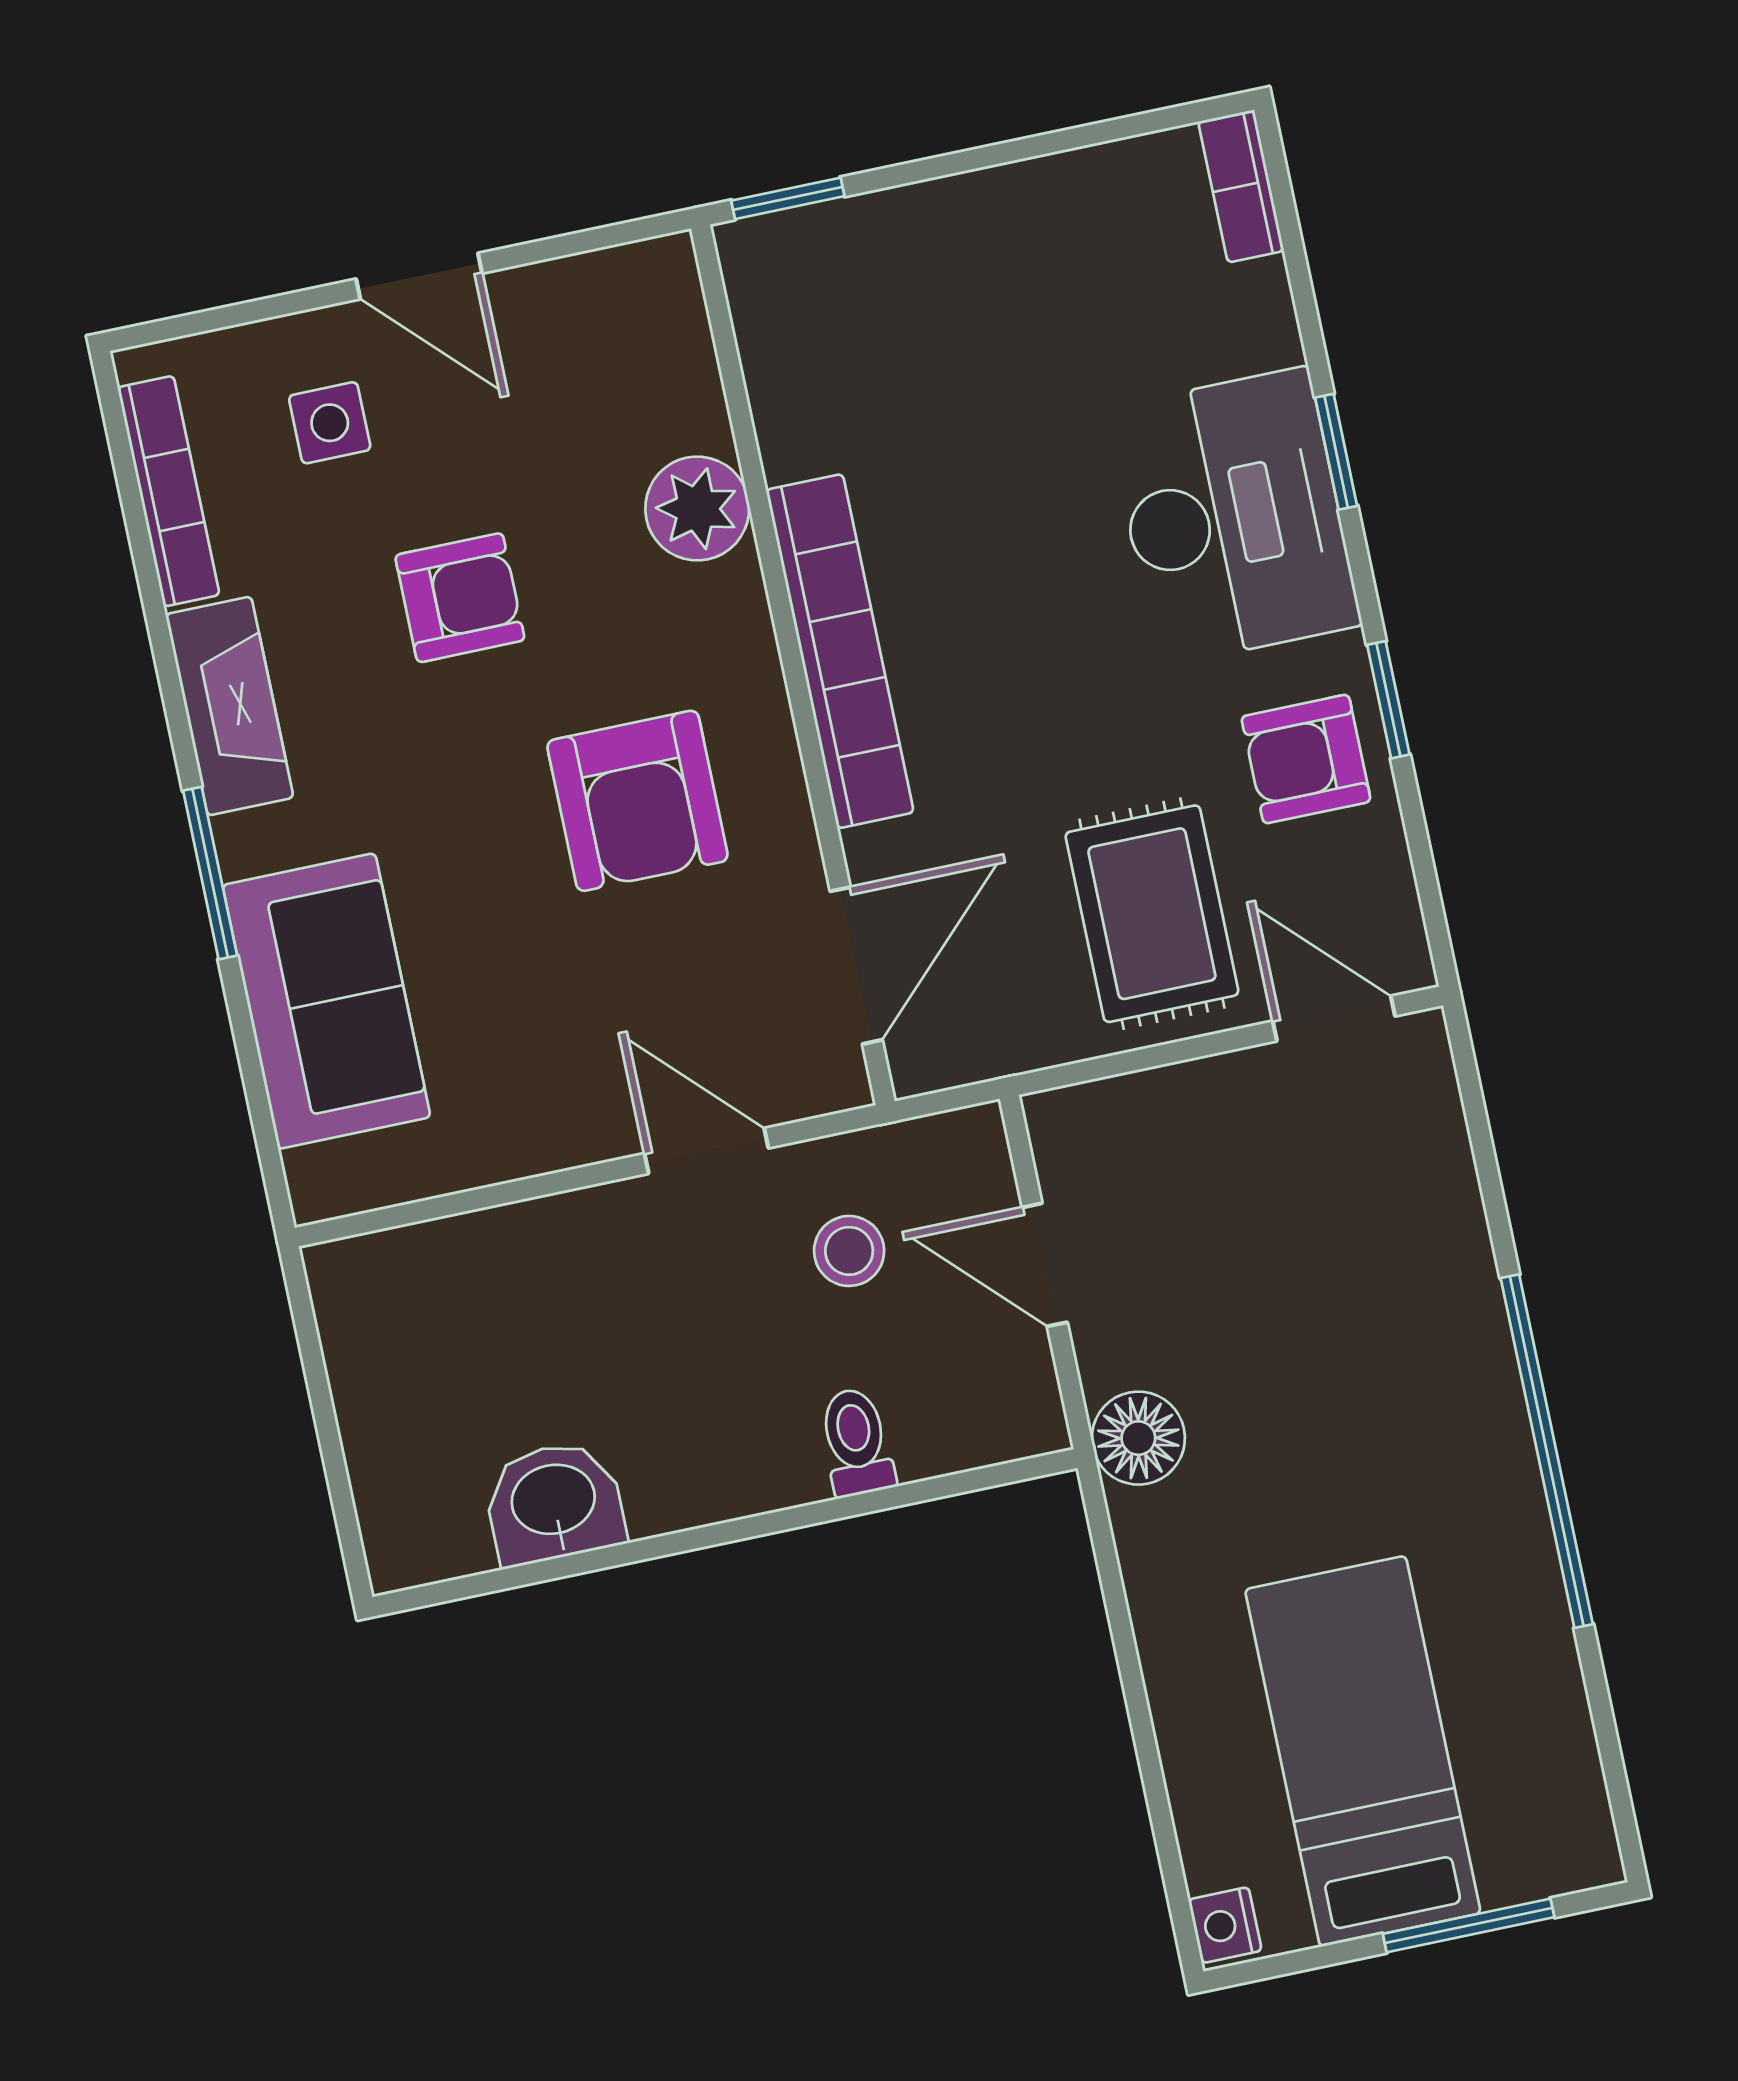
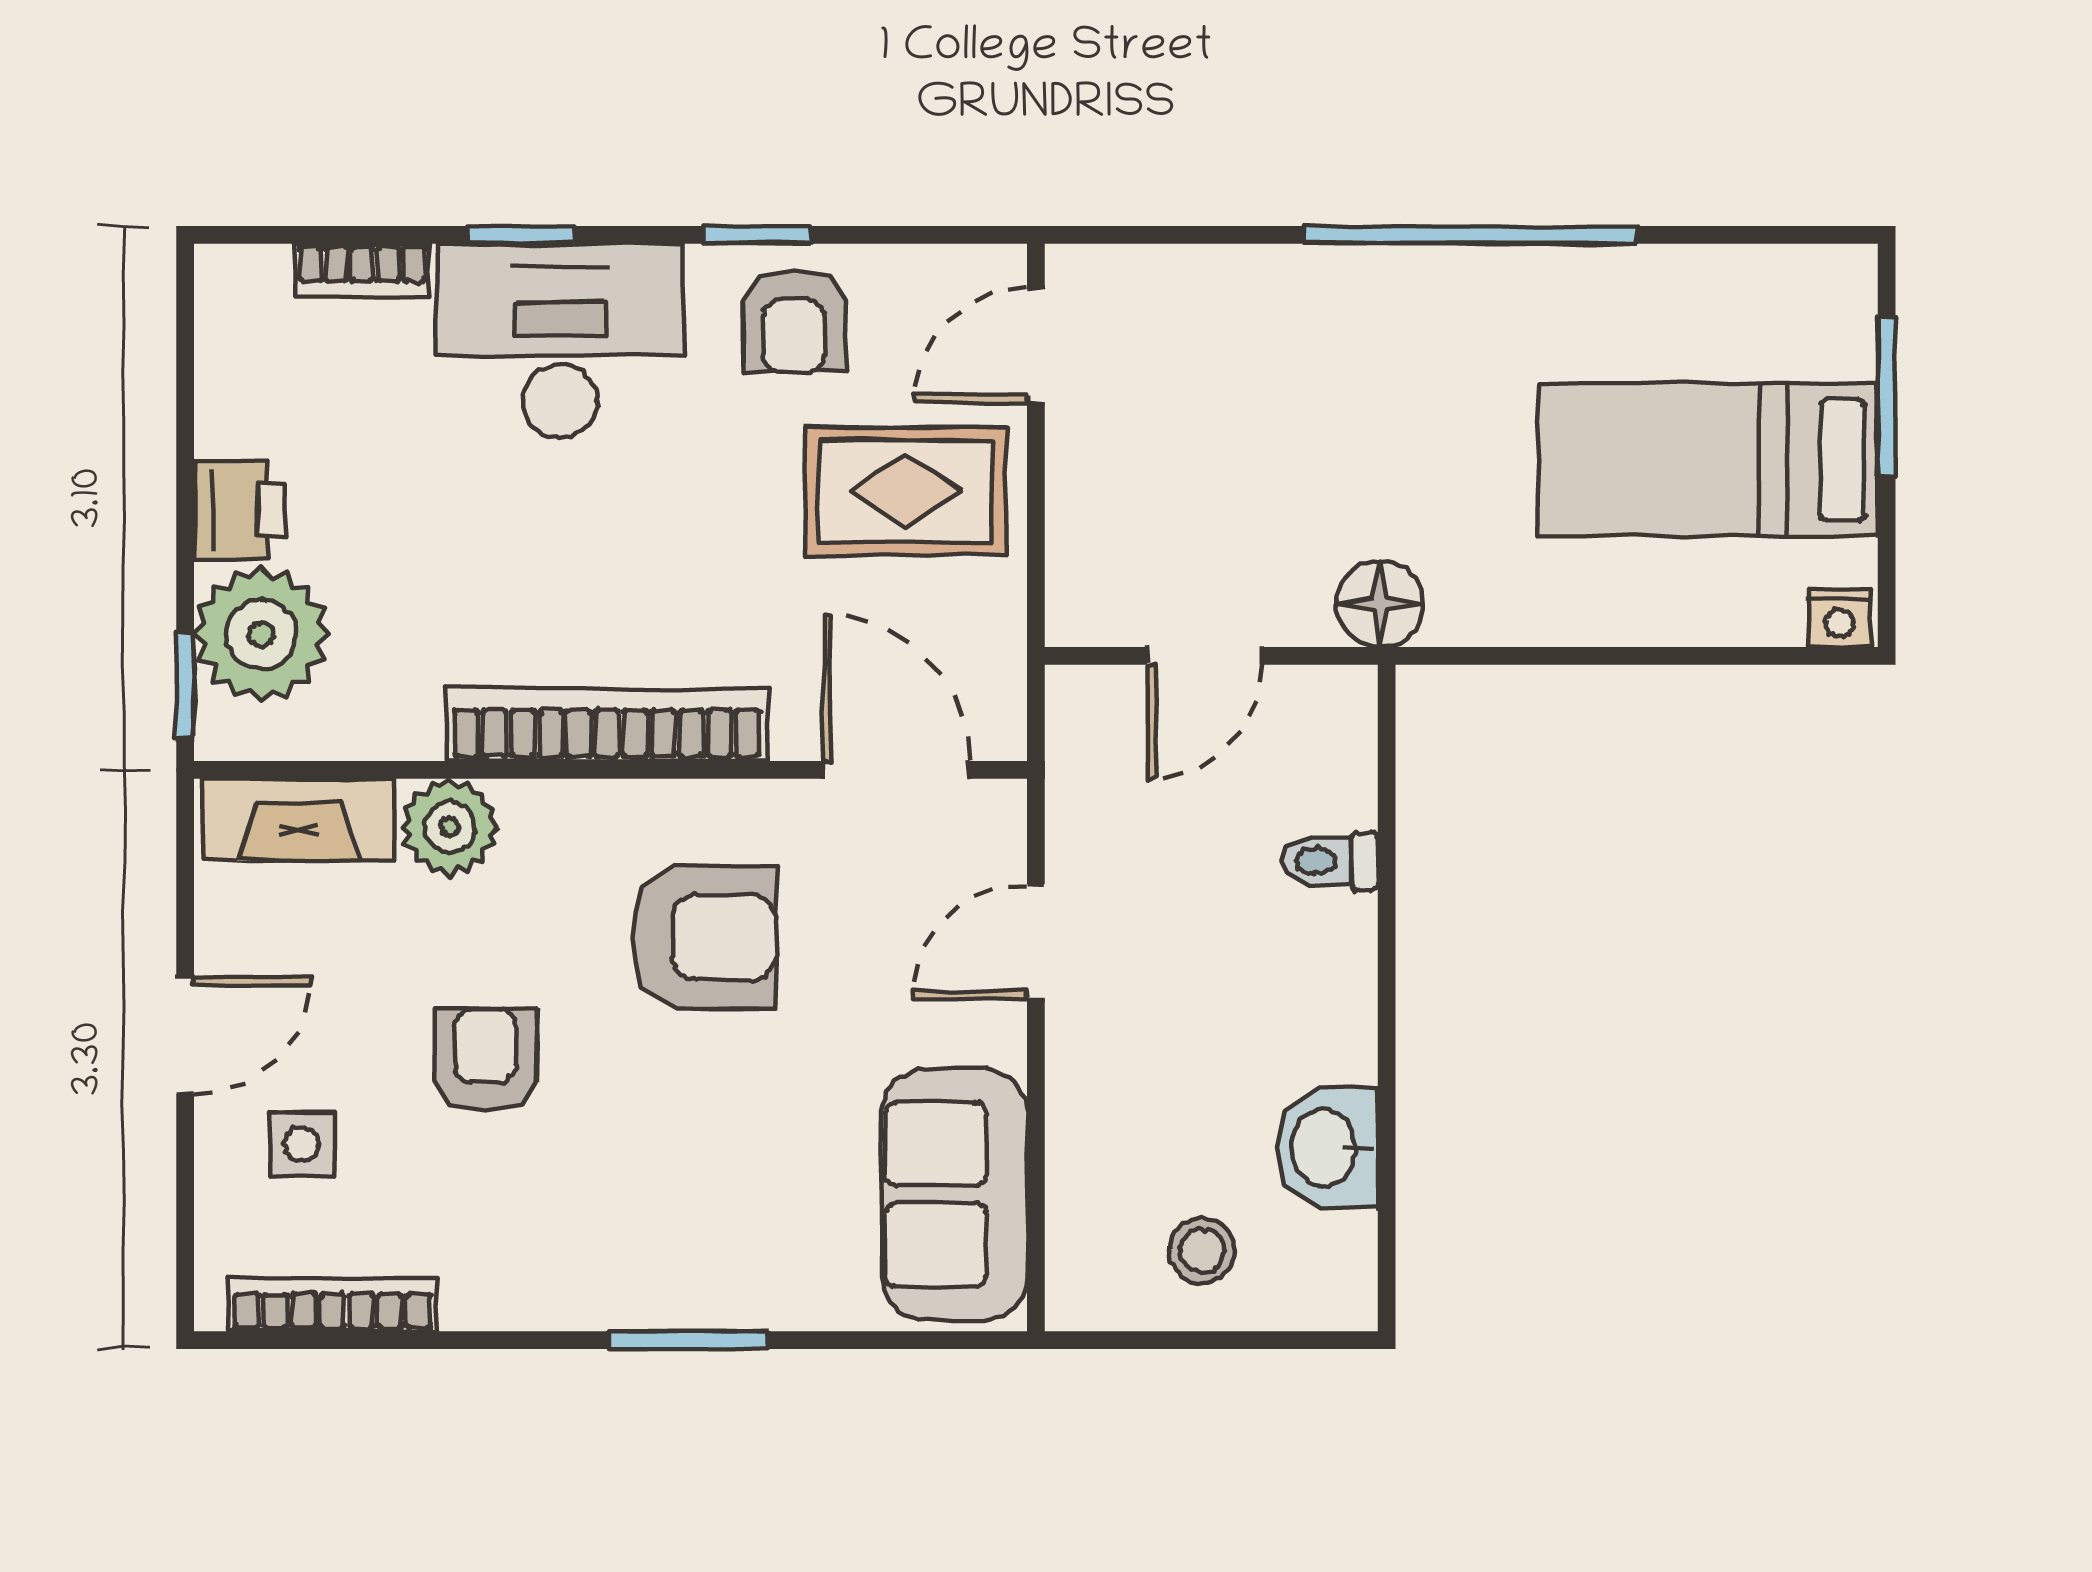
bookcase: (1241, 186) -> (362, 271), moved
printer: (985, 217) -> (239, 510), added
plant: (858, 267) -> (261, 634), added
fireplace: (229, 706) -> (299, 820), moved, turned 180
sofa: (327, 1001) -> (954, 1194), moved, turned -90
stool: (849, 1251) -> (1202, 1251), moved

